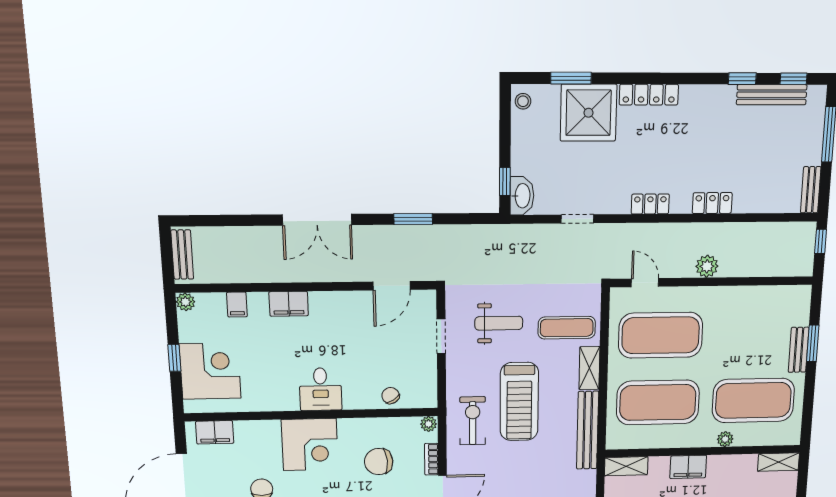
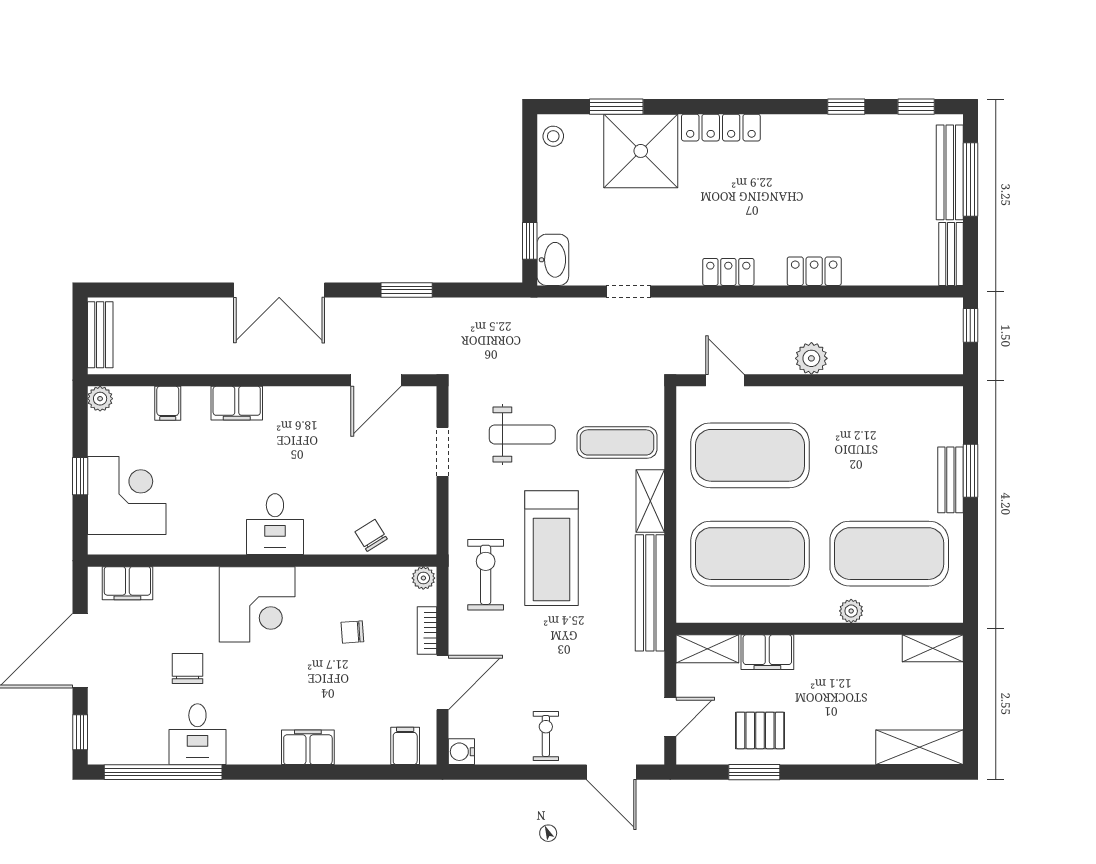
bench: (772, 95) -> (950, 172), moved, turned 90
chair: (379, 462) -> (352, 632), width x0.54, depth x0.54
filing cabinet: (688, 467) -> (767, 652), moved

